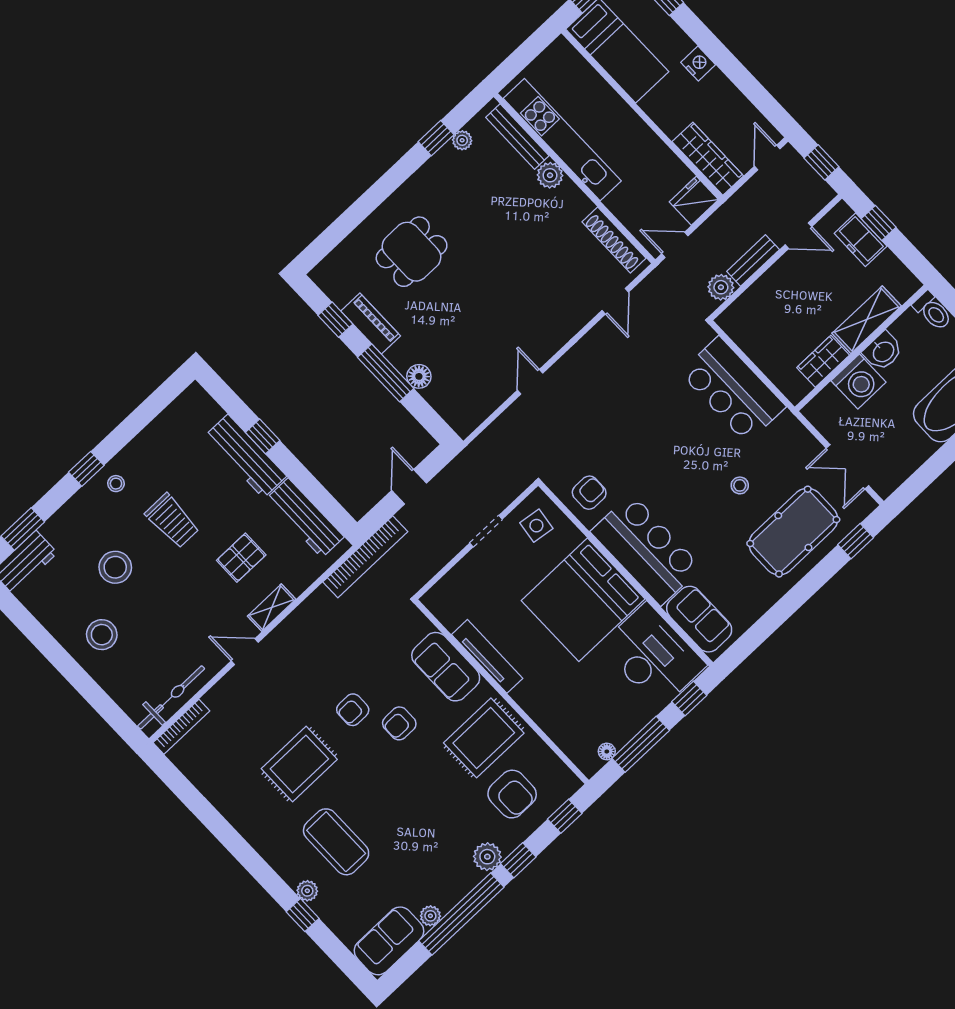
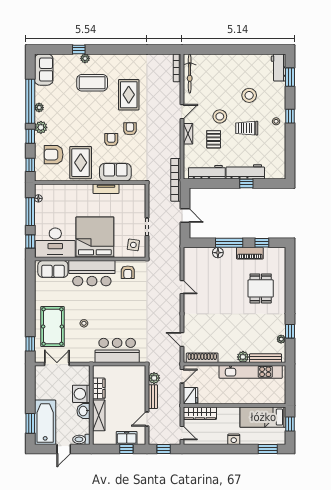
stool: (102, 635) -> (220, 116), moved
tv unit: (487, 656) -> (106, 189), width x0.71
plant: (430, 916) -> (39, 108), moved

